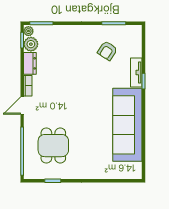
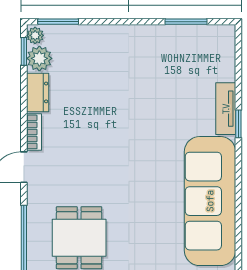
armchair: (107, 51) -> (174, 70), removed

